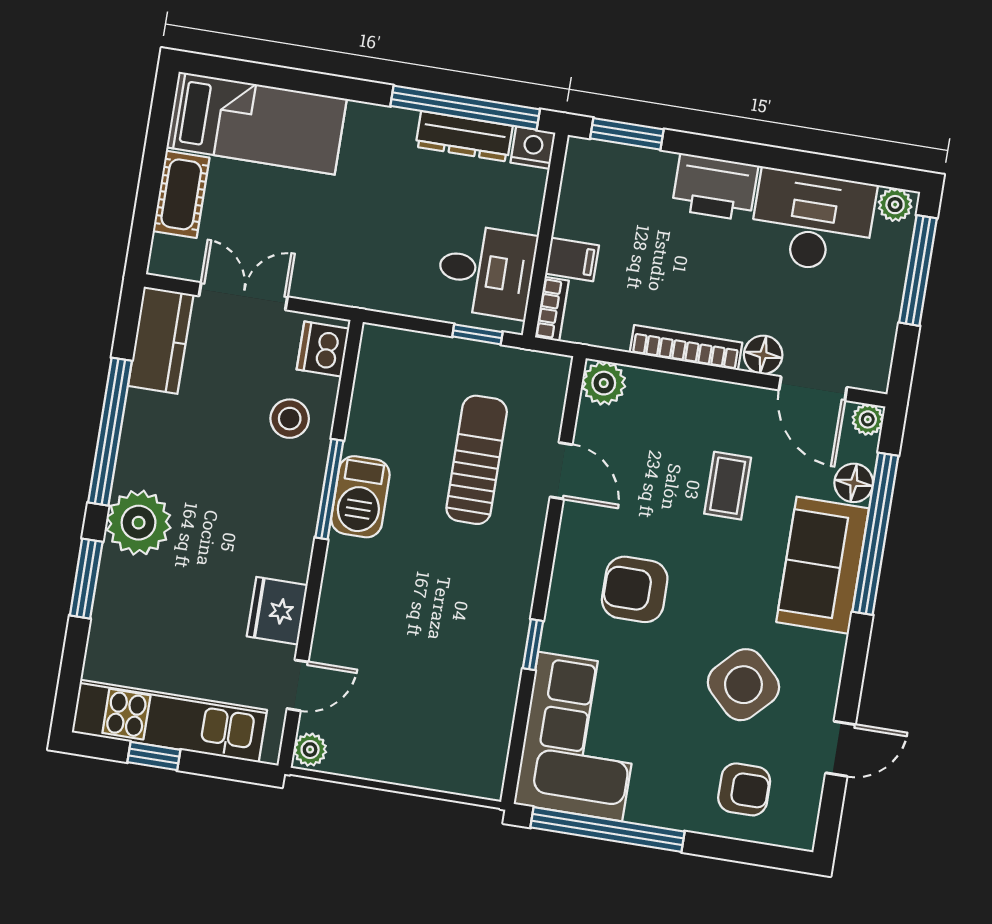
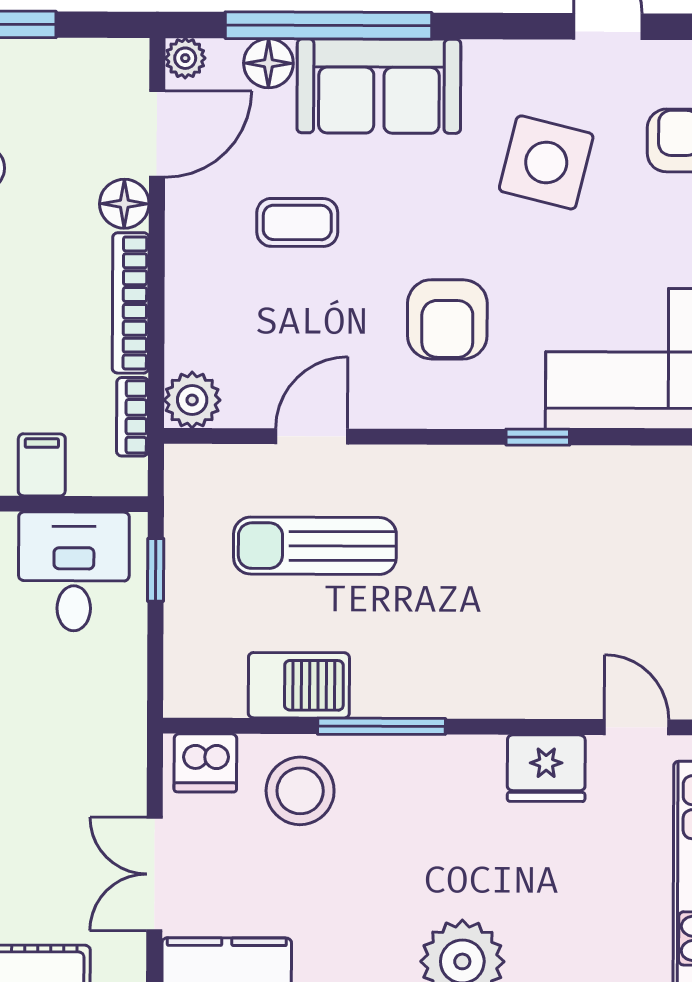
bookcase: (552, 309) -> (132, 417), moved, turned -90
stool: (290, 419) -> (300, 791), width x1.38, depth x1.38
barbecue: (360, 497) -> (299, 685), moved
side table: (743, 685) -> (546, 162), turned -30

